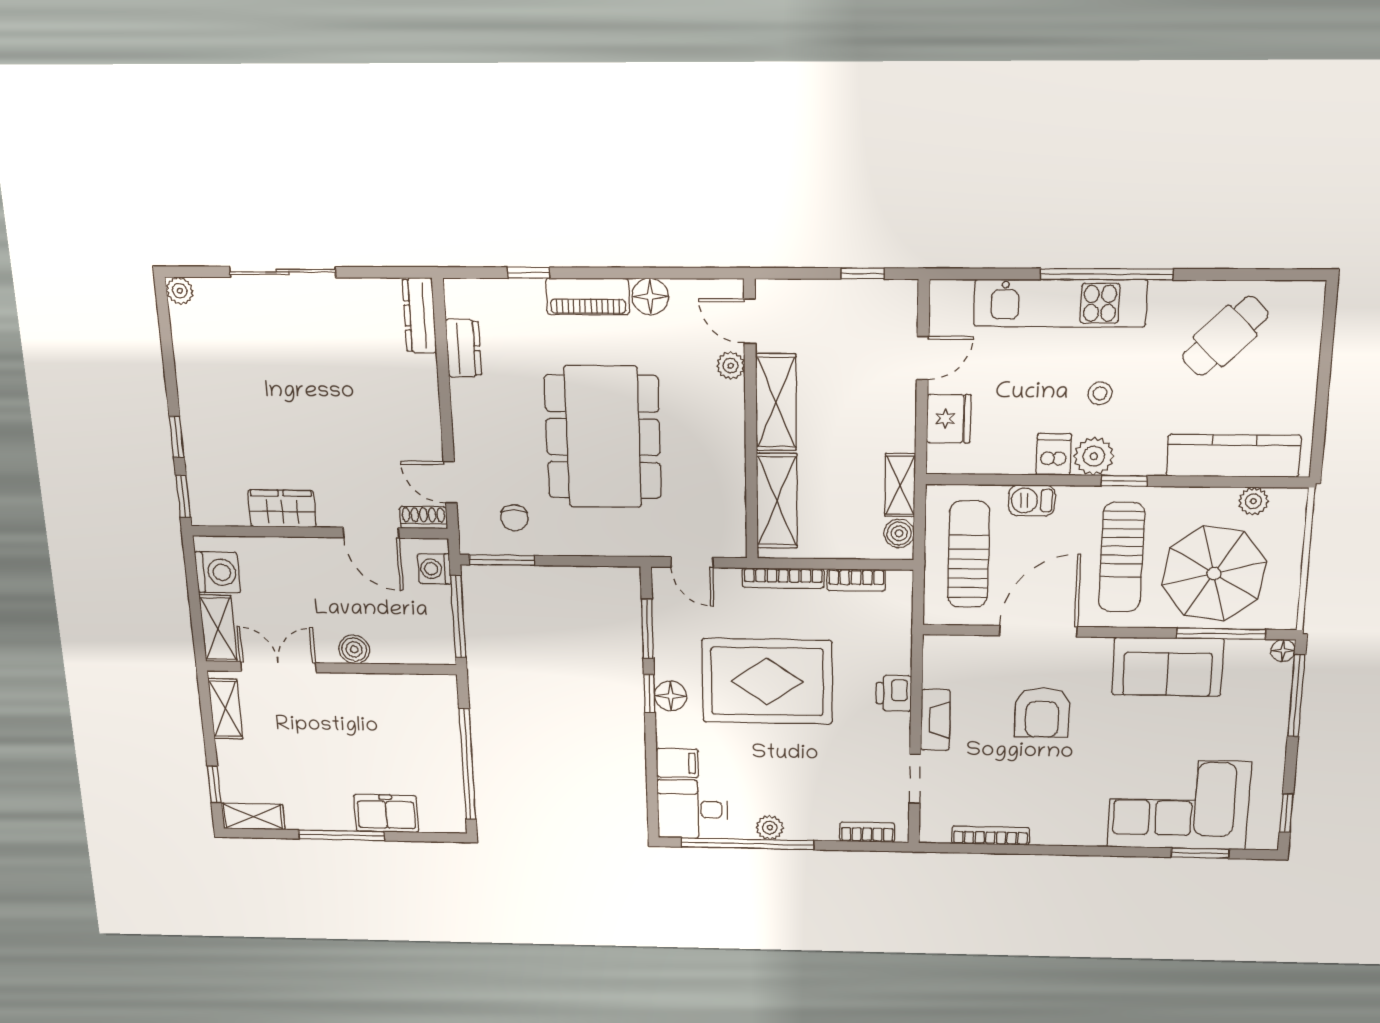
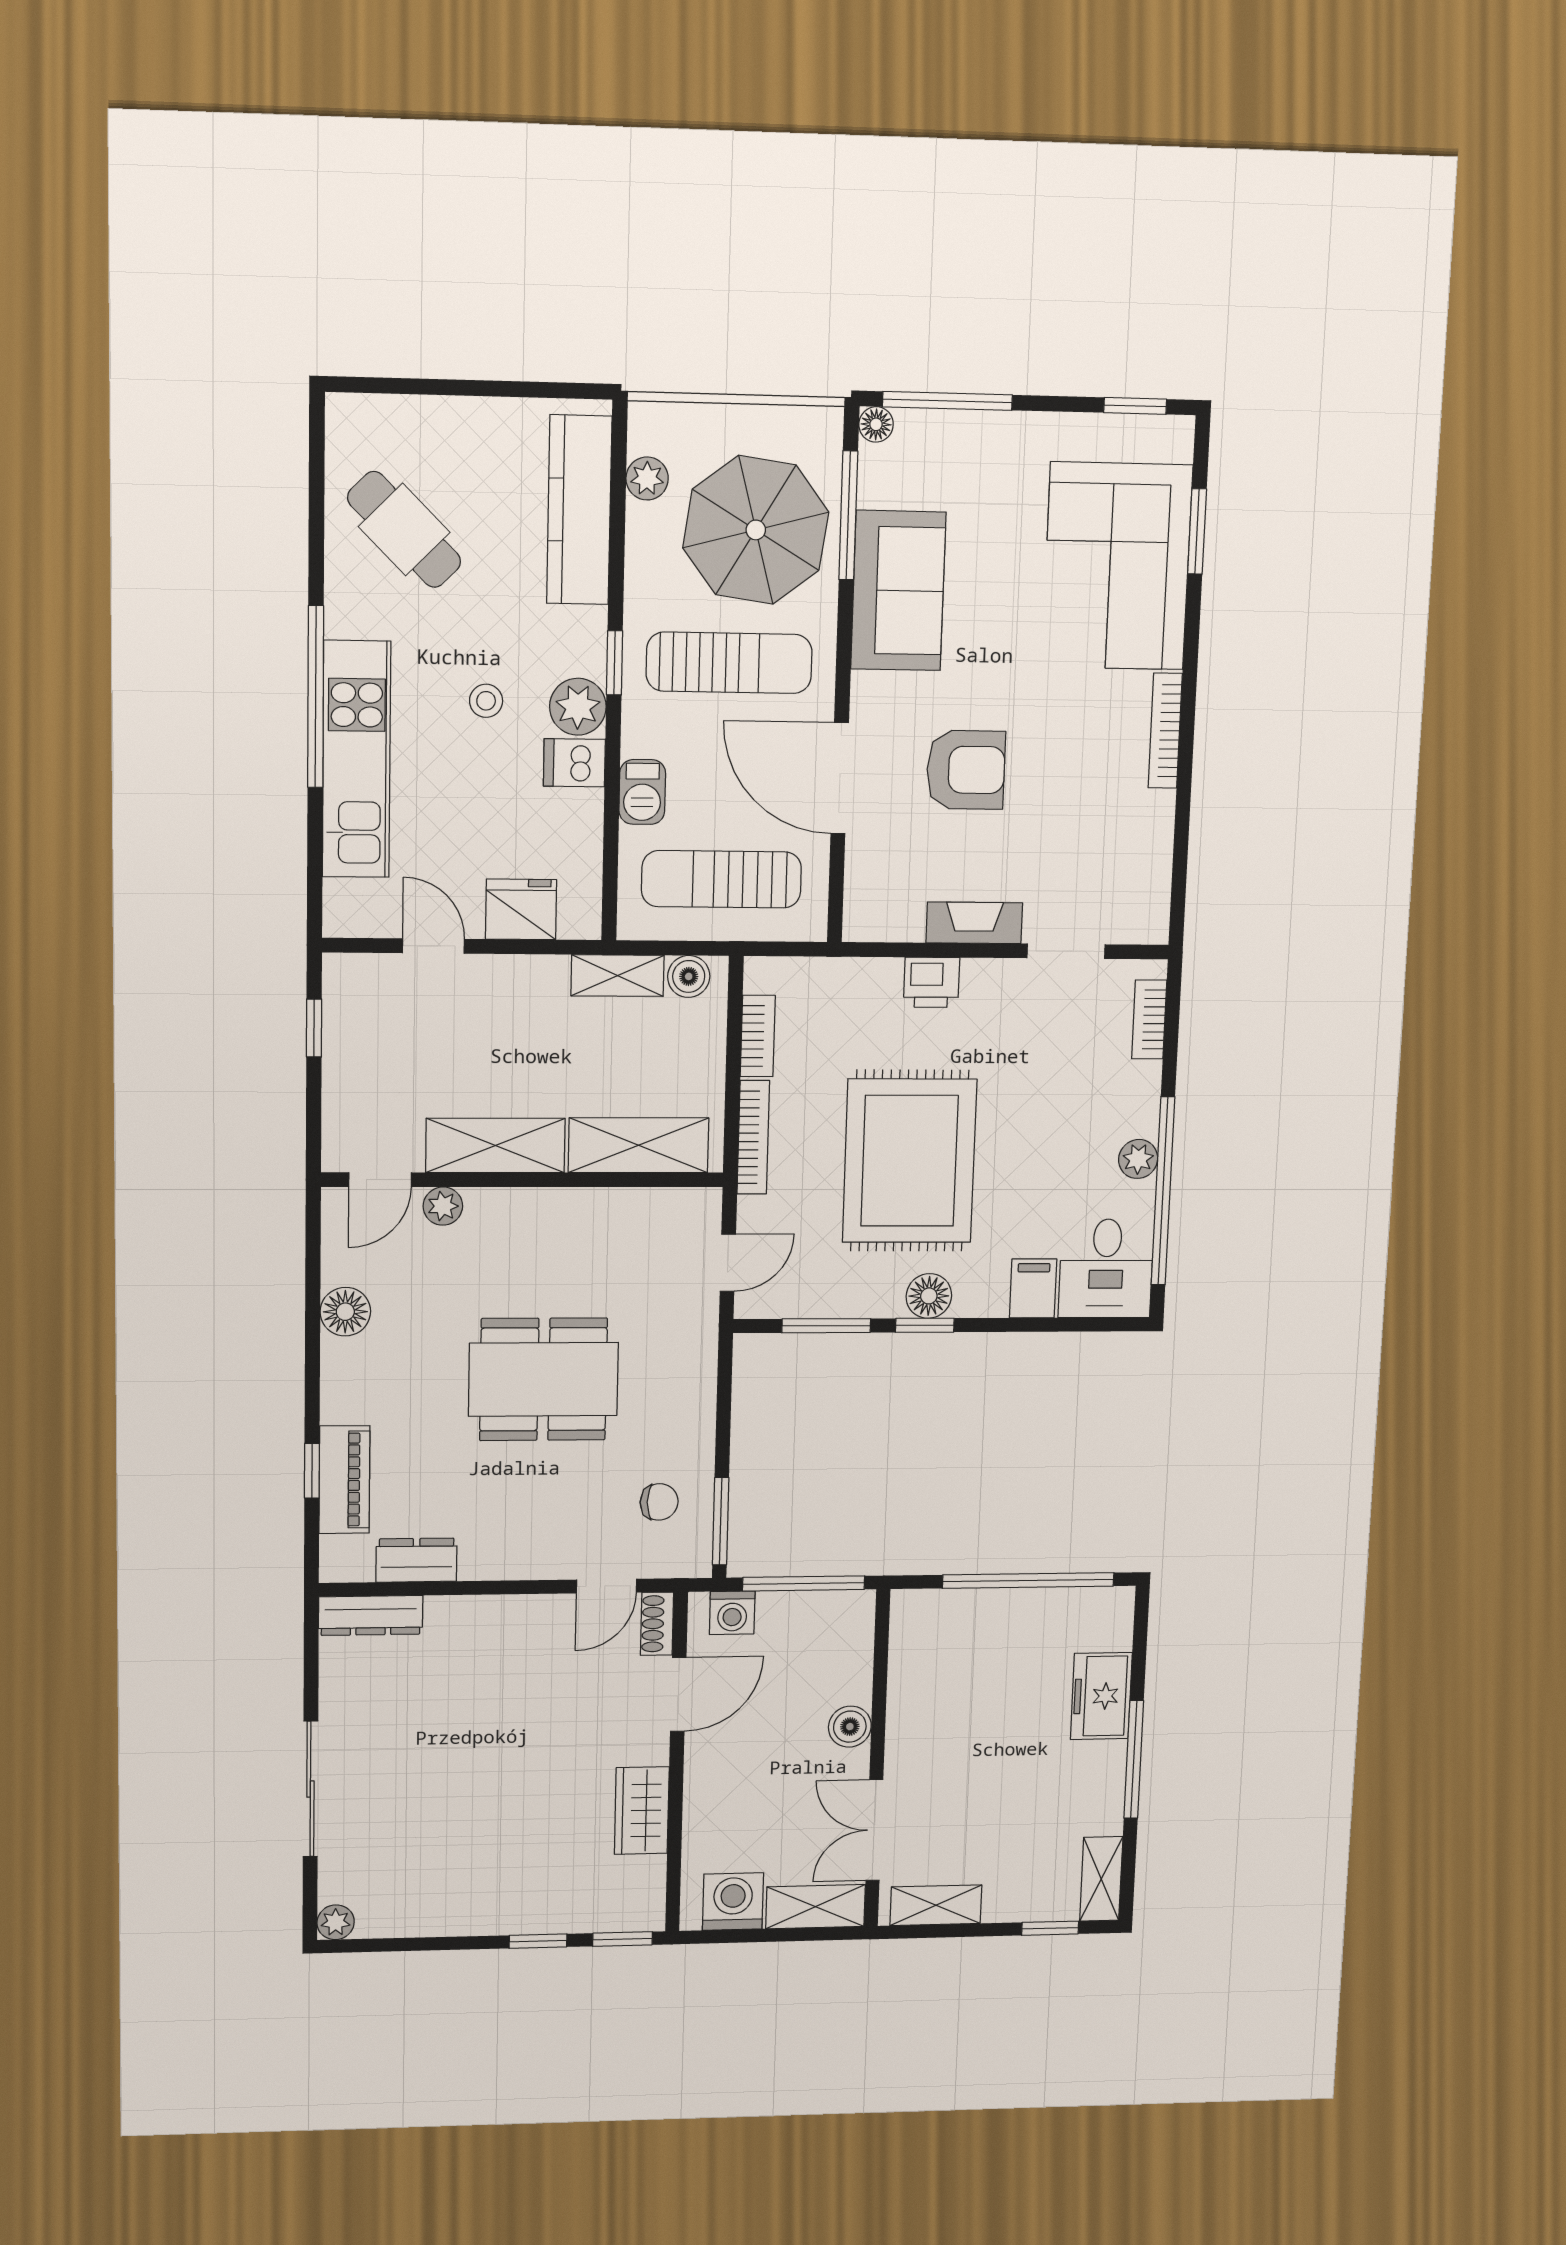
piano: (588, 296) -> (344, 1480), moved
dining table: (603, 437) -> (543, 1379), width x0.73, depth x0.80
bookcase: (990, 836) -> (1165, 731), moved

